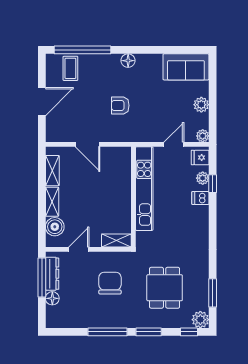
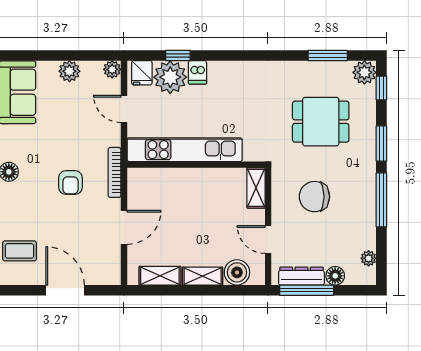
bookcase: (128, 138) -> (115, 172), added
plant: (203, 178) -> (170, 77), width x1.88, depth x1.88
plant: (65, 323) -> (369, 258), added

